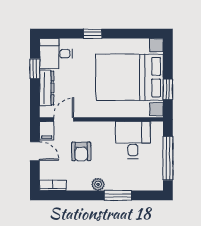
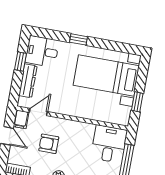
bed with nightstands: (130, 77) -> (106, 75), width x0.73
desk: (133, 140) -> (109, 144), moved
armchair: (81, 151) -> (49, 144), turned 90

